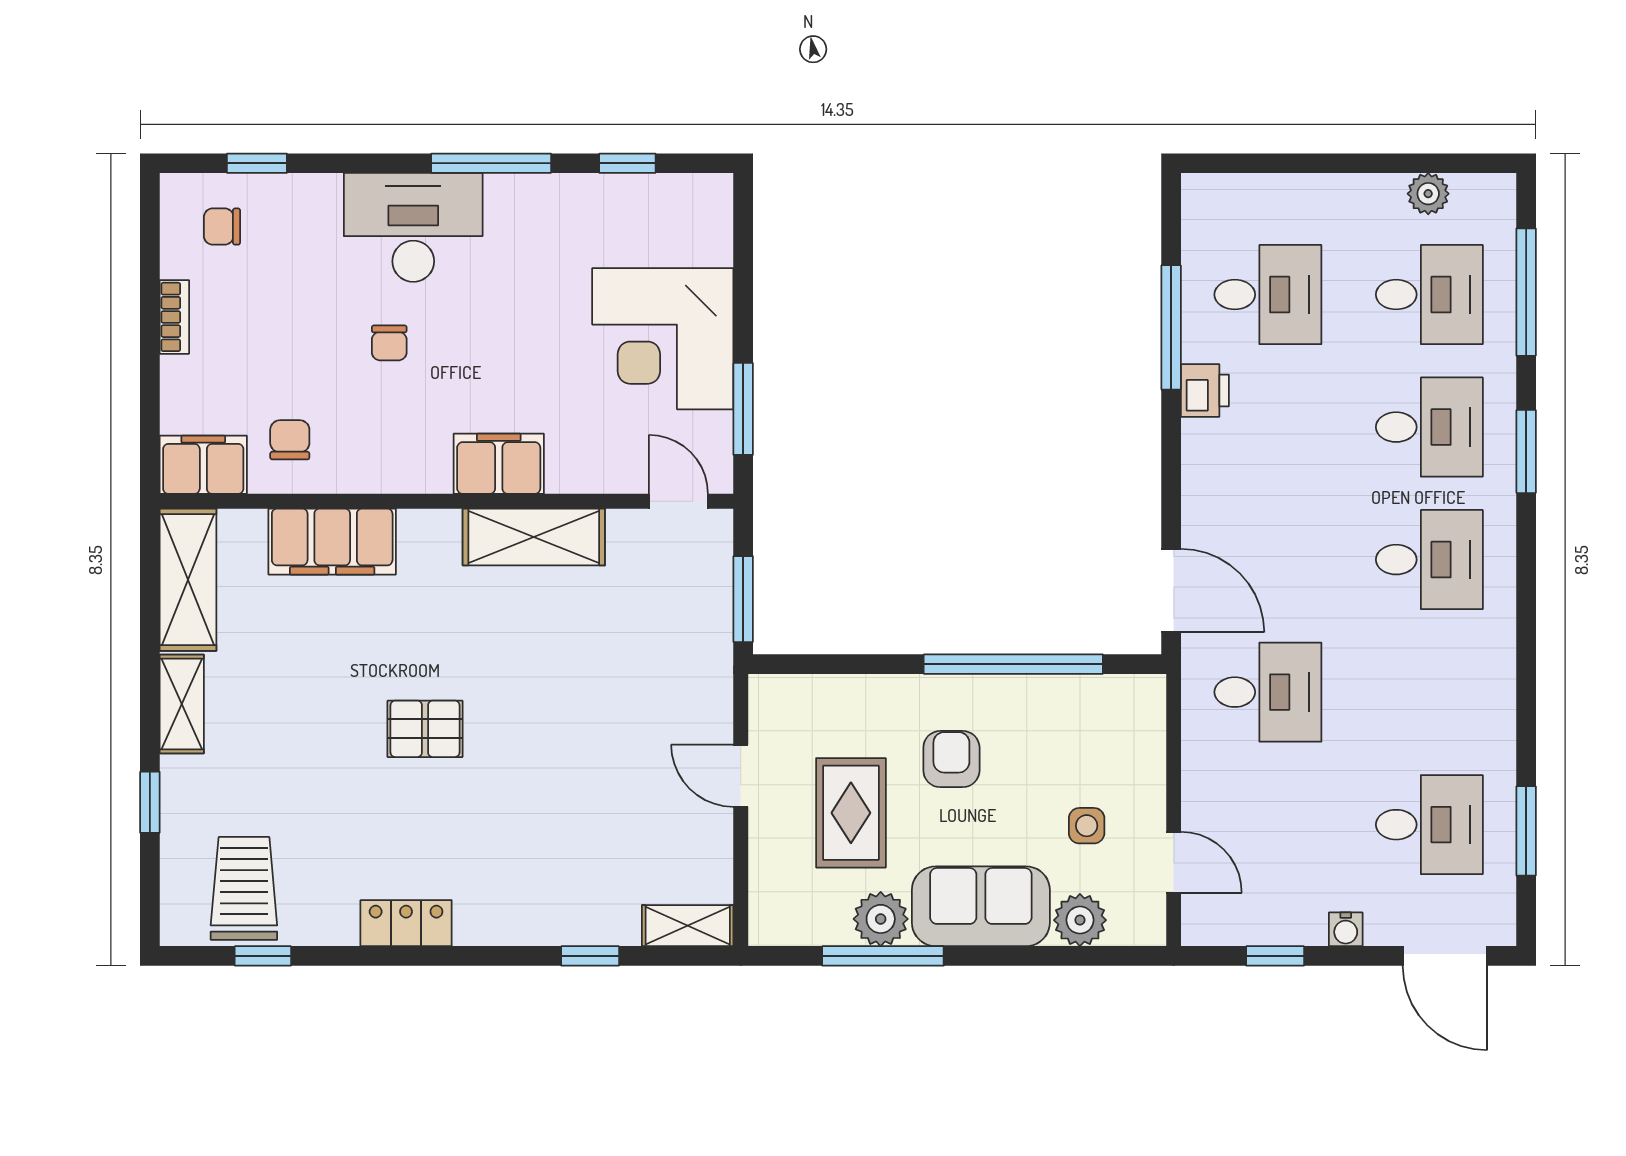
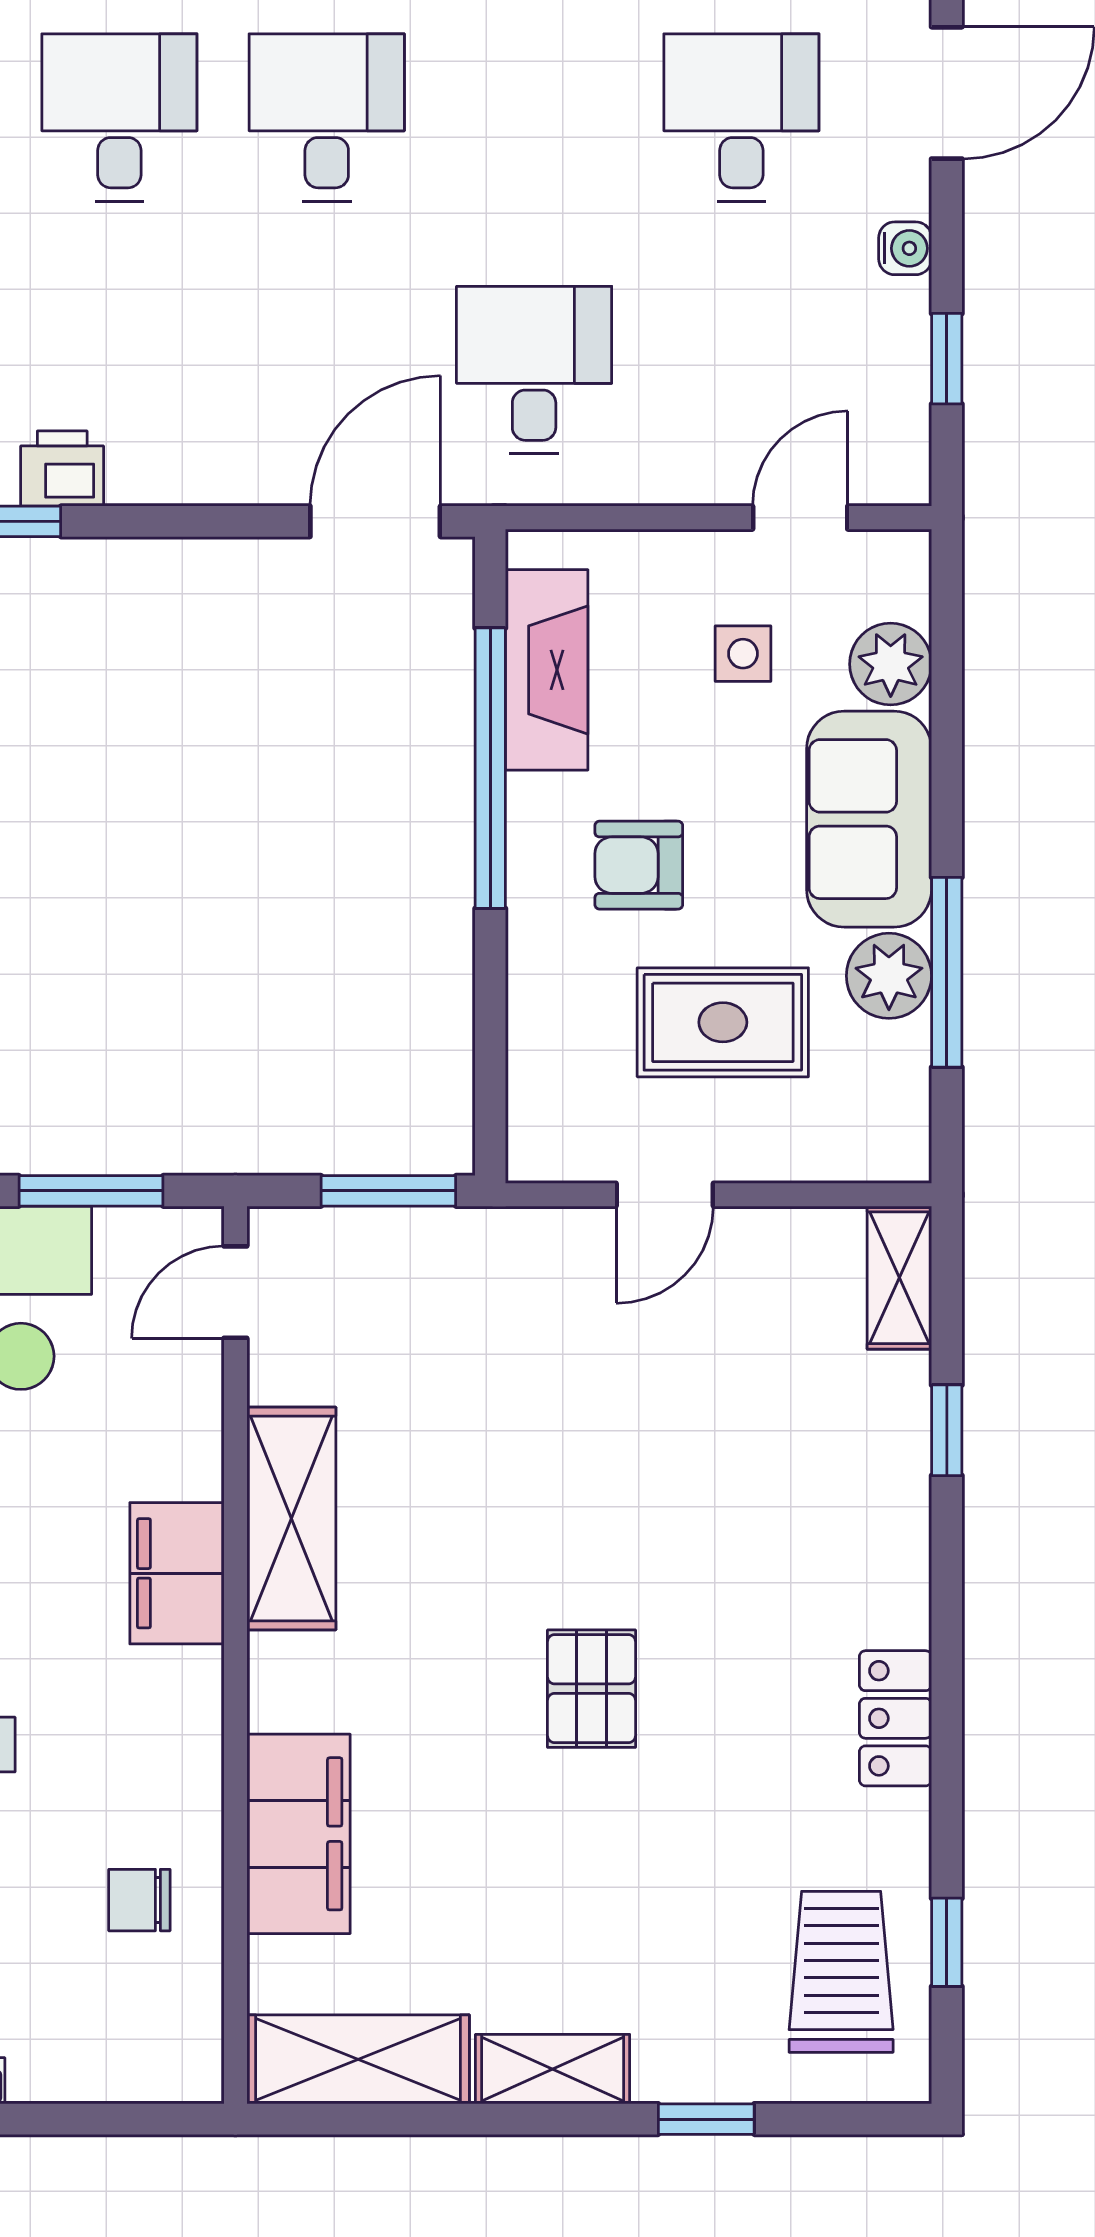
filing cabinet: (203, 465) -> (178, 2036), removed
fireplace: (1076, 700) -> (547, 670), added
trolley: (244, 888) -> (841, 1972), turned 90

